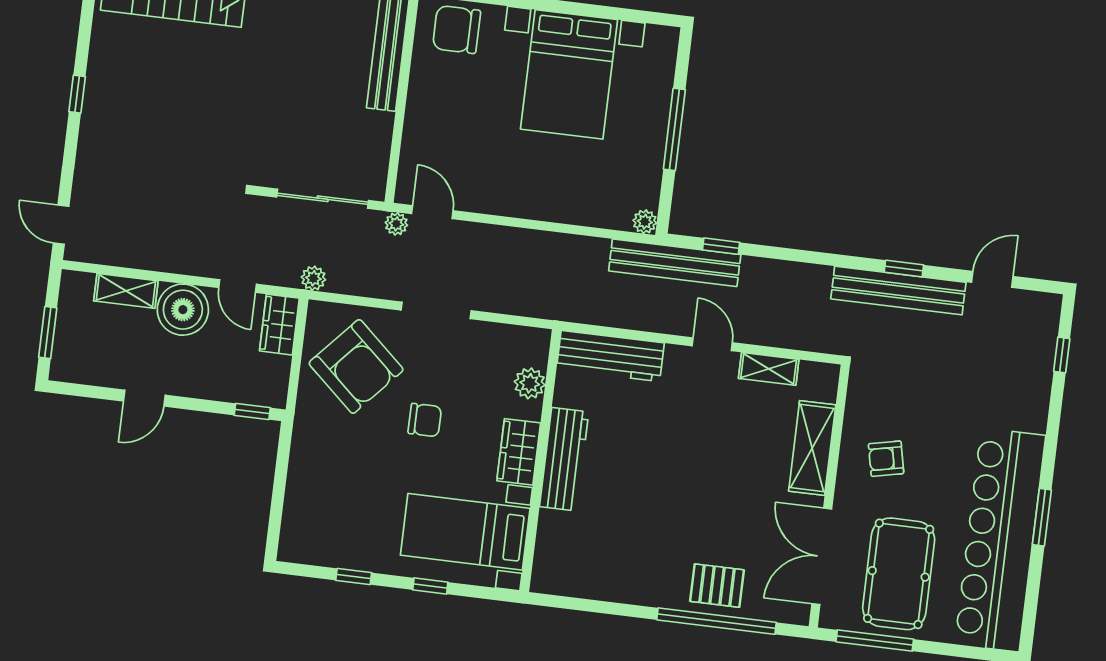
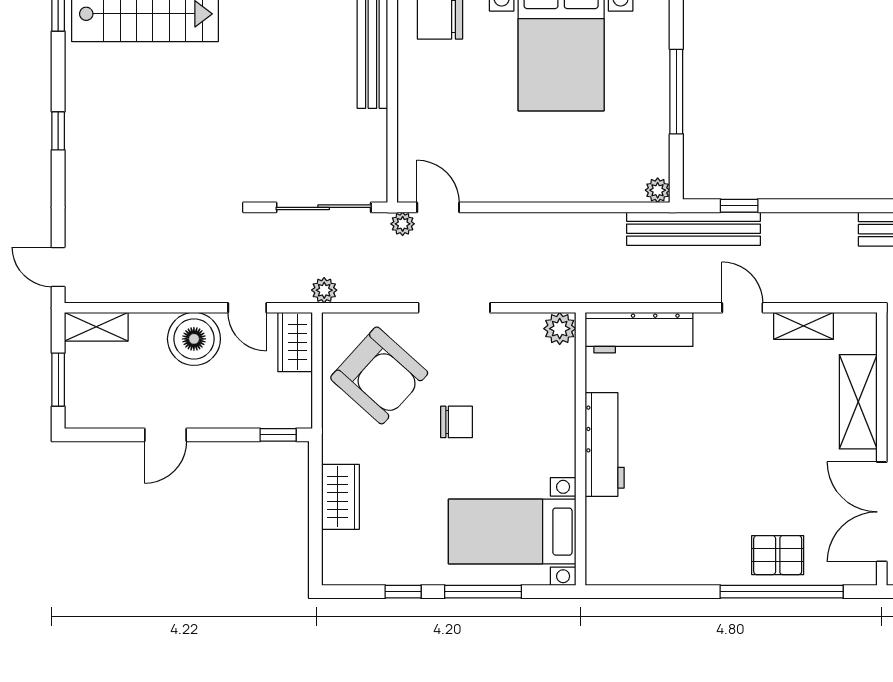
shelving: (126, 291) -> (96, 327), moved
plant: (530, 383) -> (560, 329), moved
wardrobe: (519, 452) -> (341, 497), moved, turned 180
window: (430, 586) -> (483, 592), width x2.17

